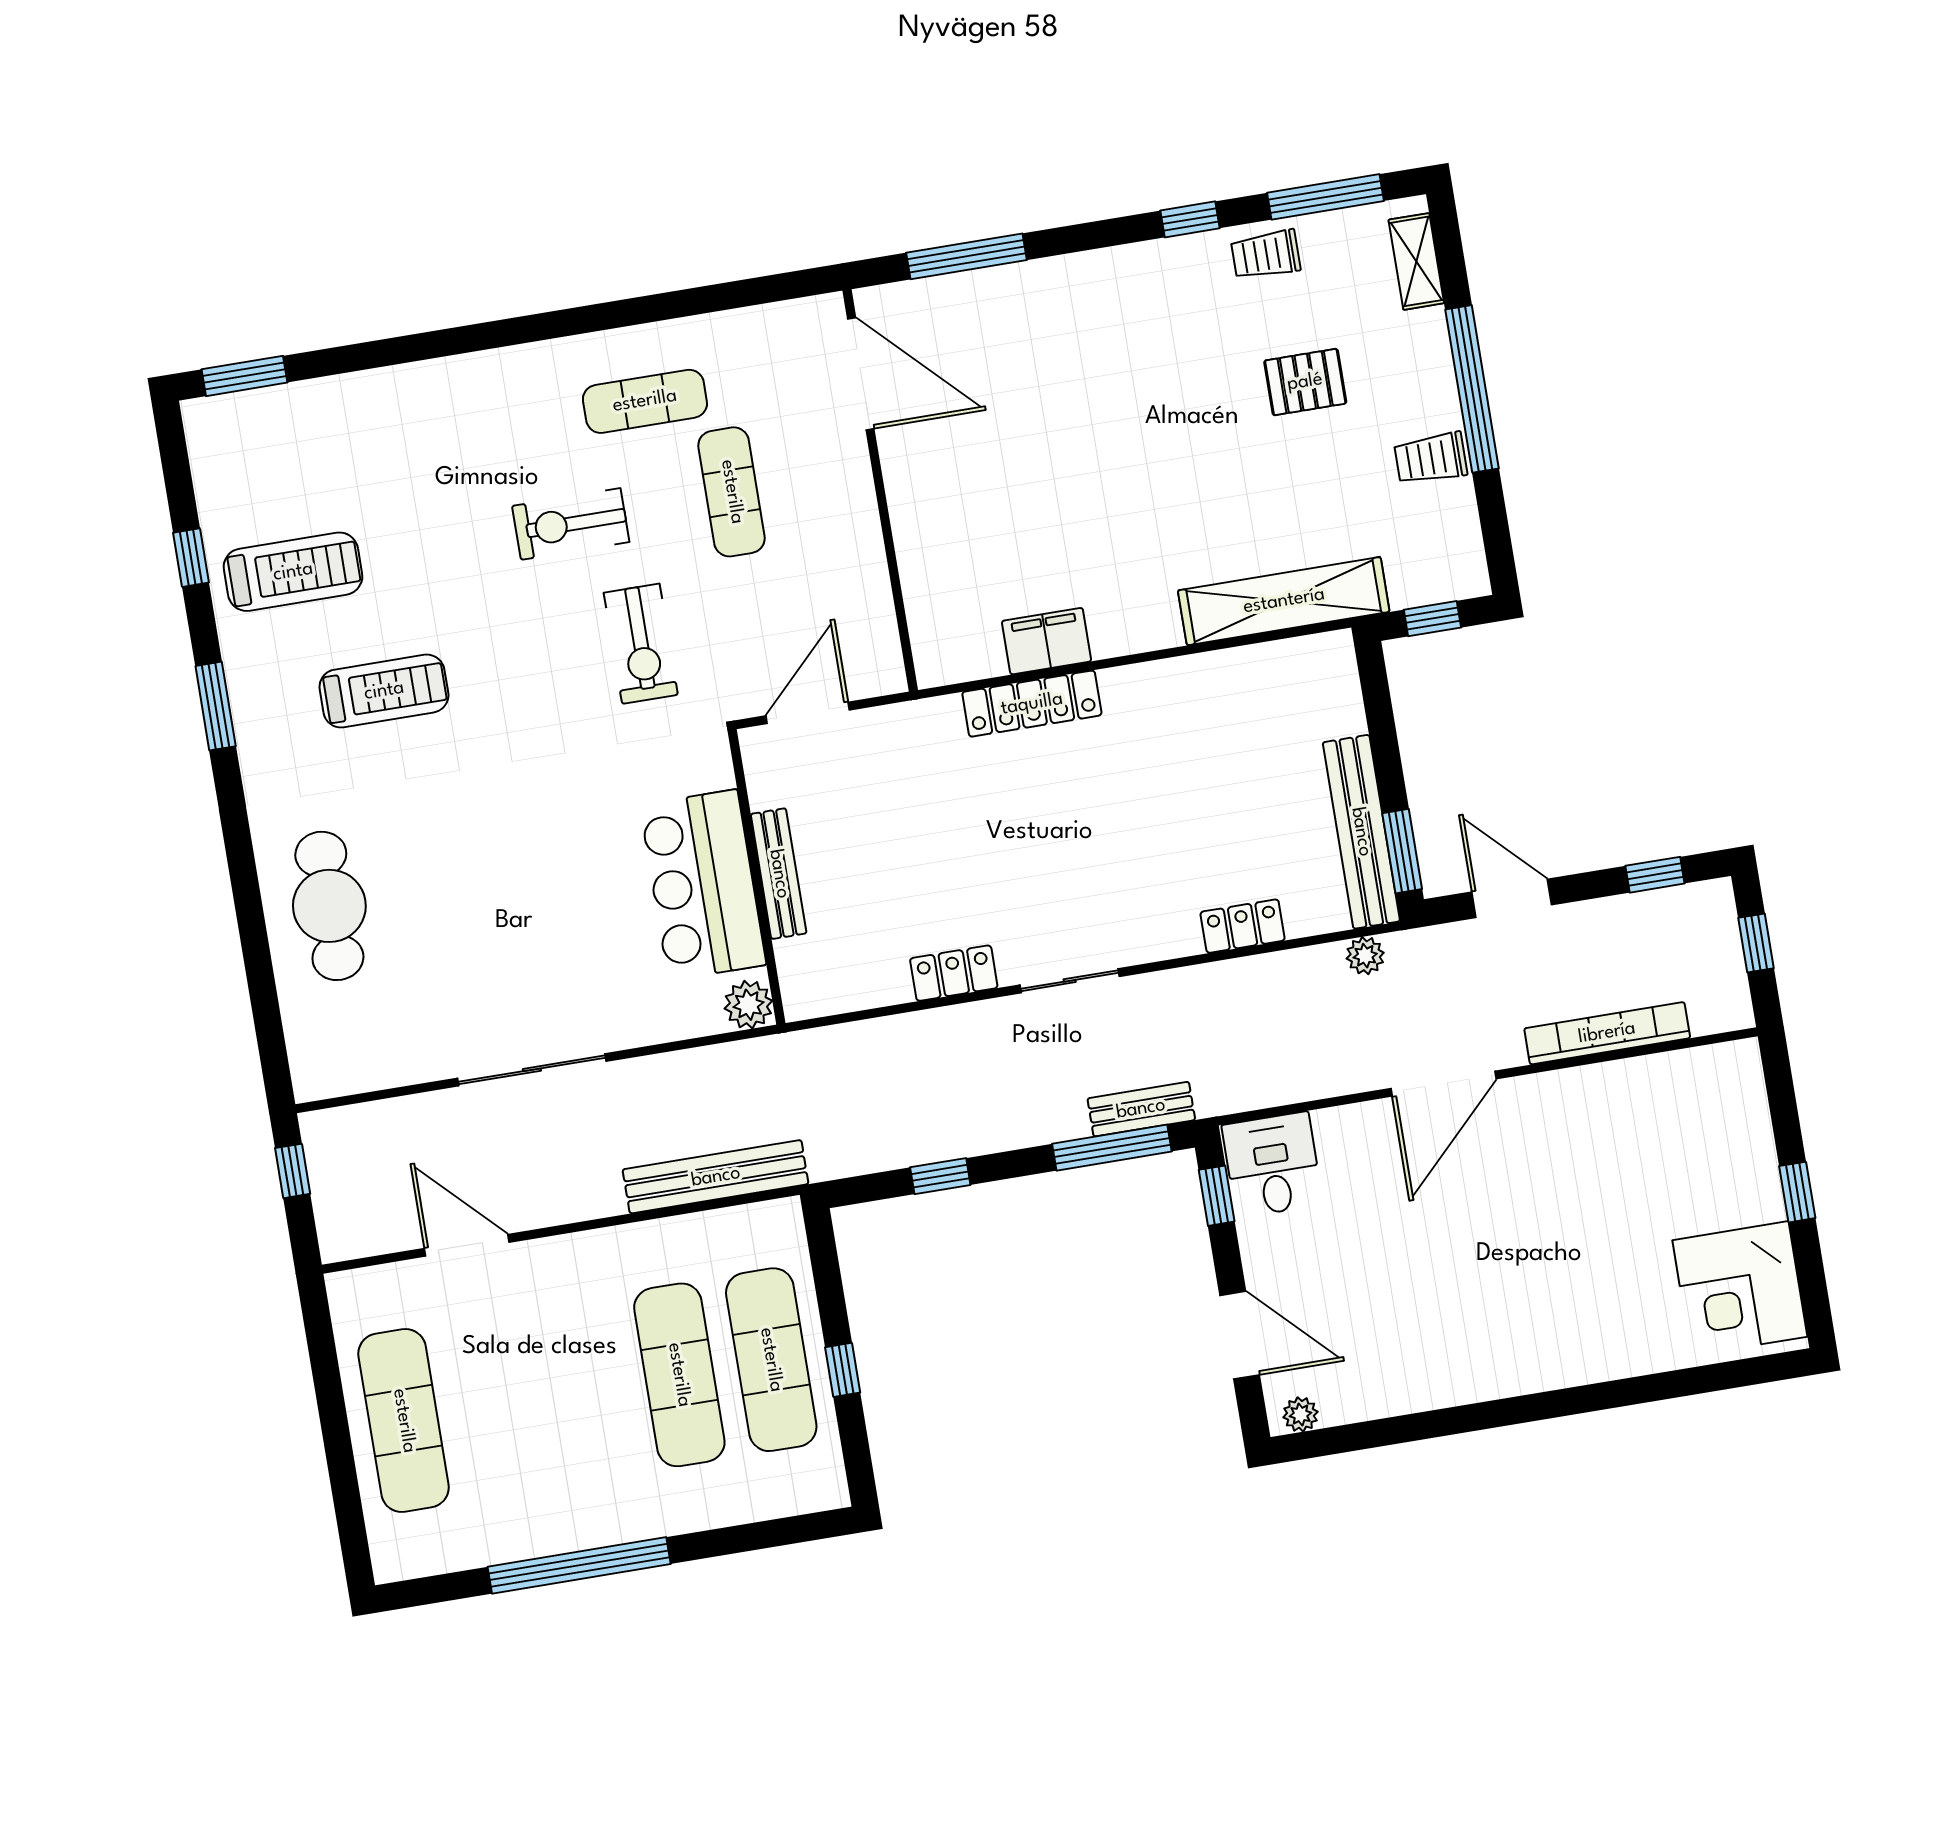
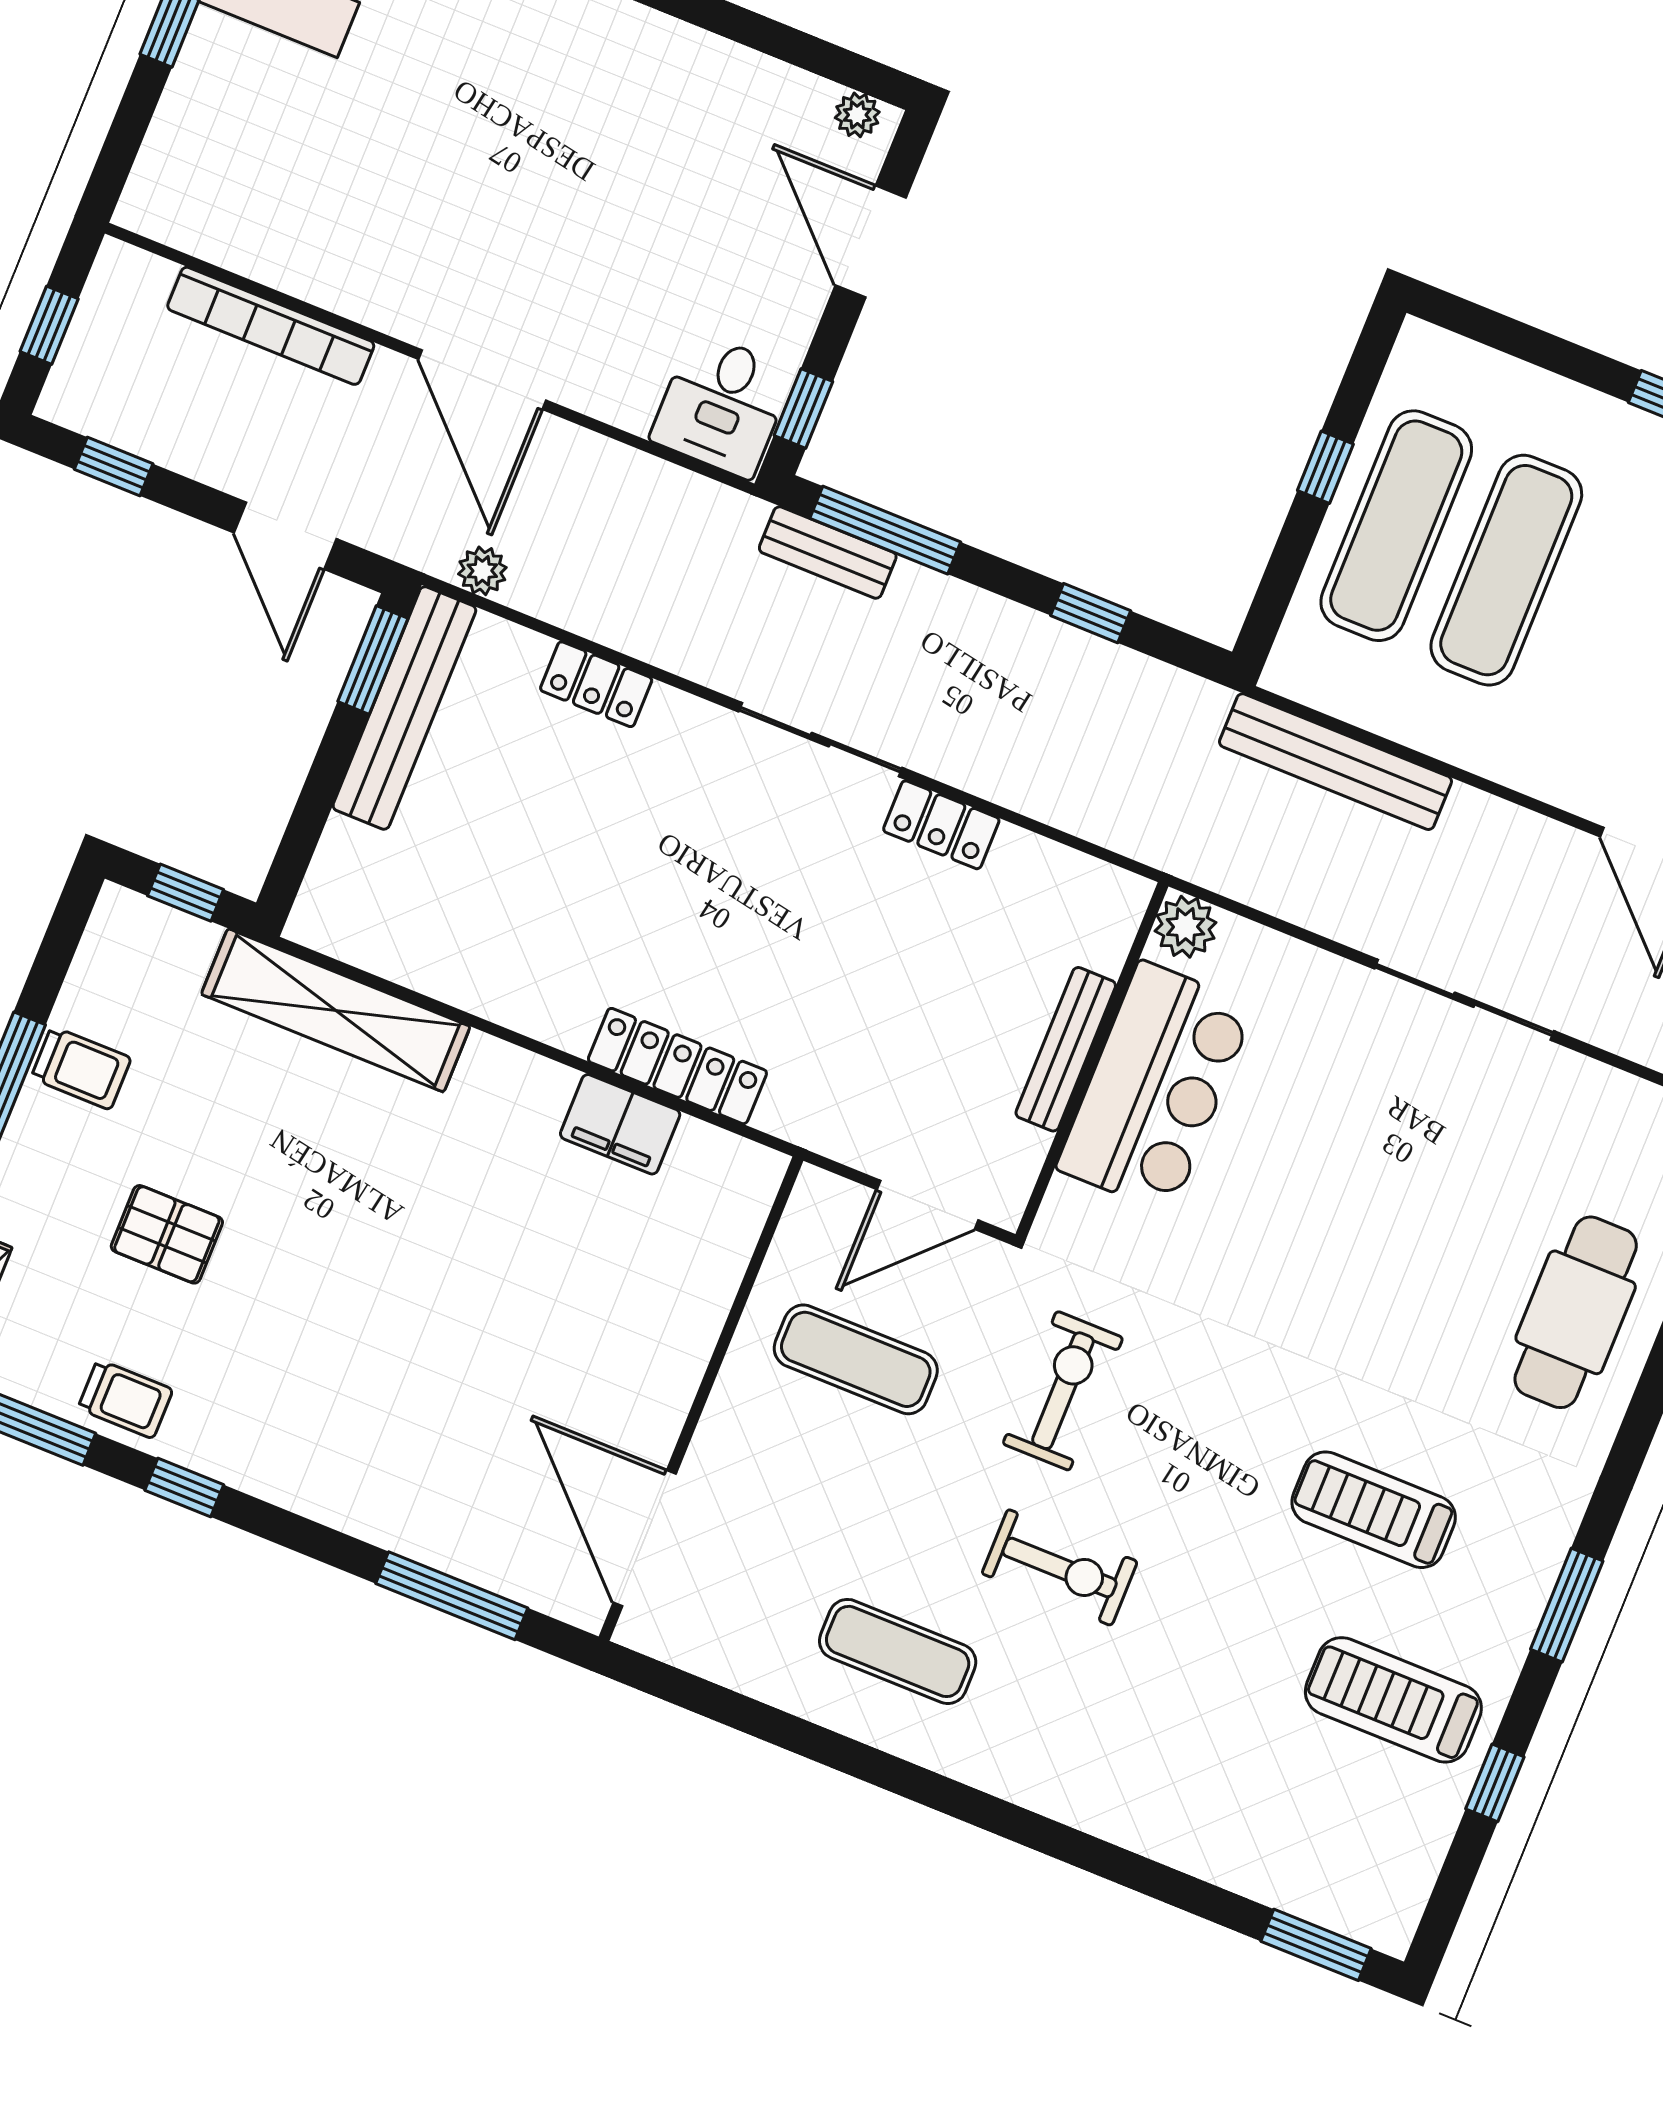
exercise mat: (732, 492) -> (856, 1359), moved, turned 90
sliding door: (1070, 981) -> (820, 740), width x1.37
door: (1444, 1084) -> (482, 380), swing flipped

